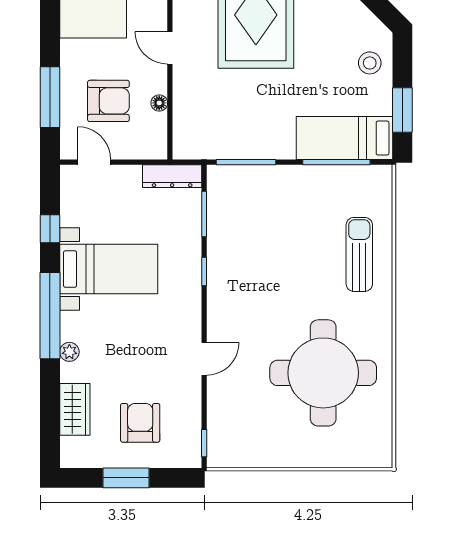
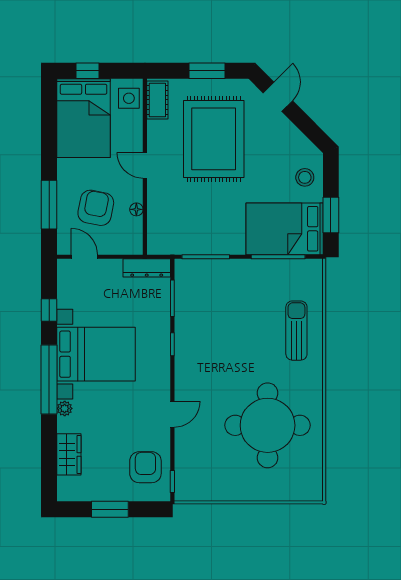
armchair: (108, 101) -> (96, 208), turned -79
bed: (345, 138) -> (285, 229), width x1.50
bed with nightstands: (109, 269) -> (96, 354), width x1.36
armchair: (140, 423) -> (145, 467), moved

